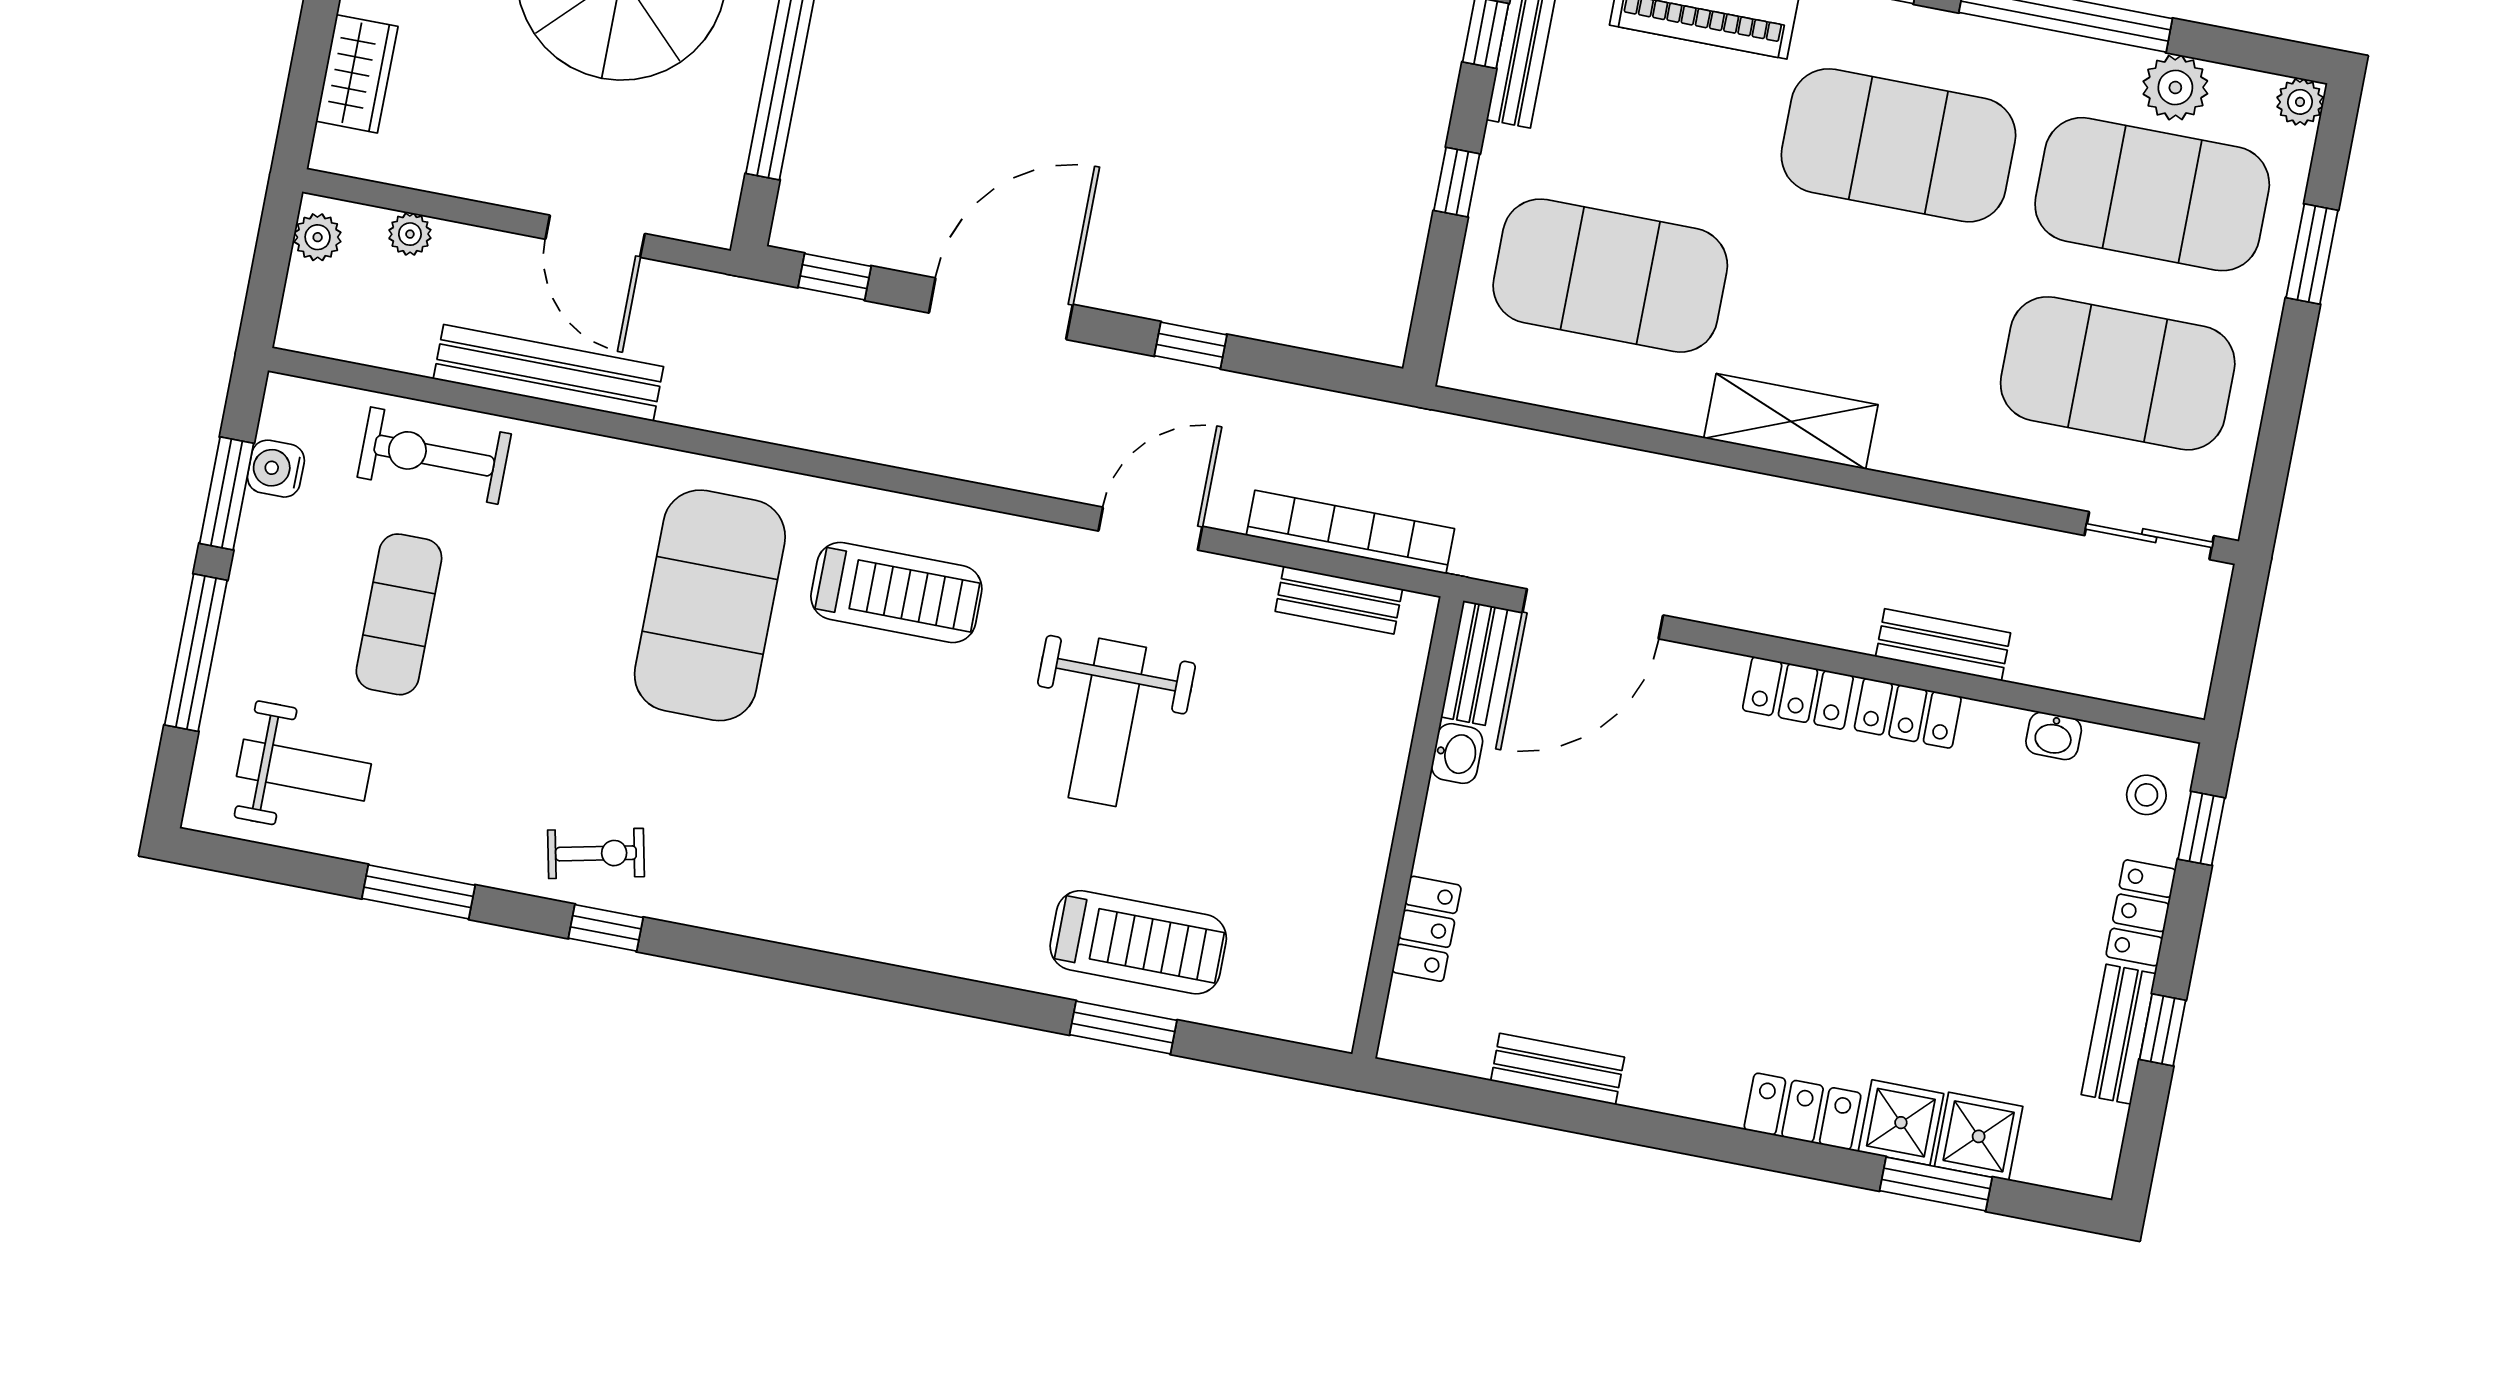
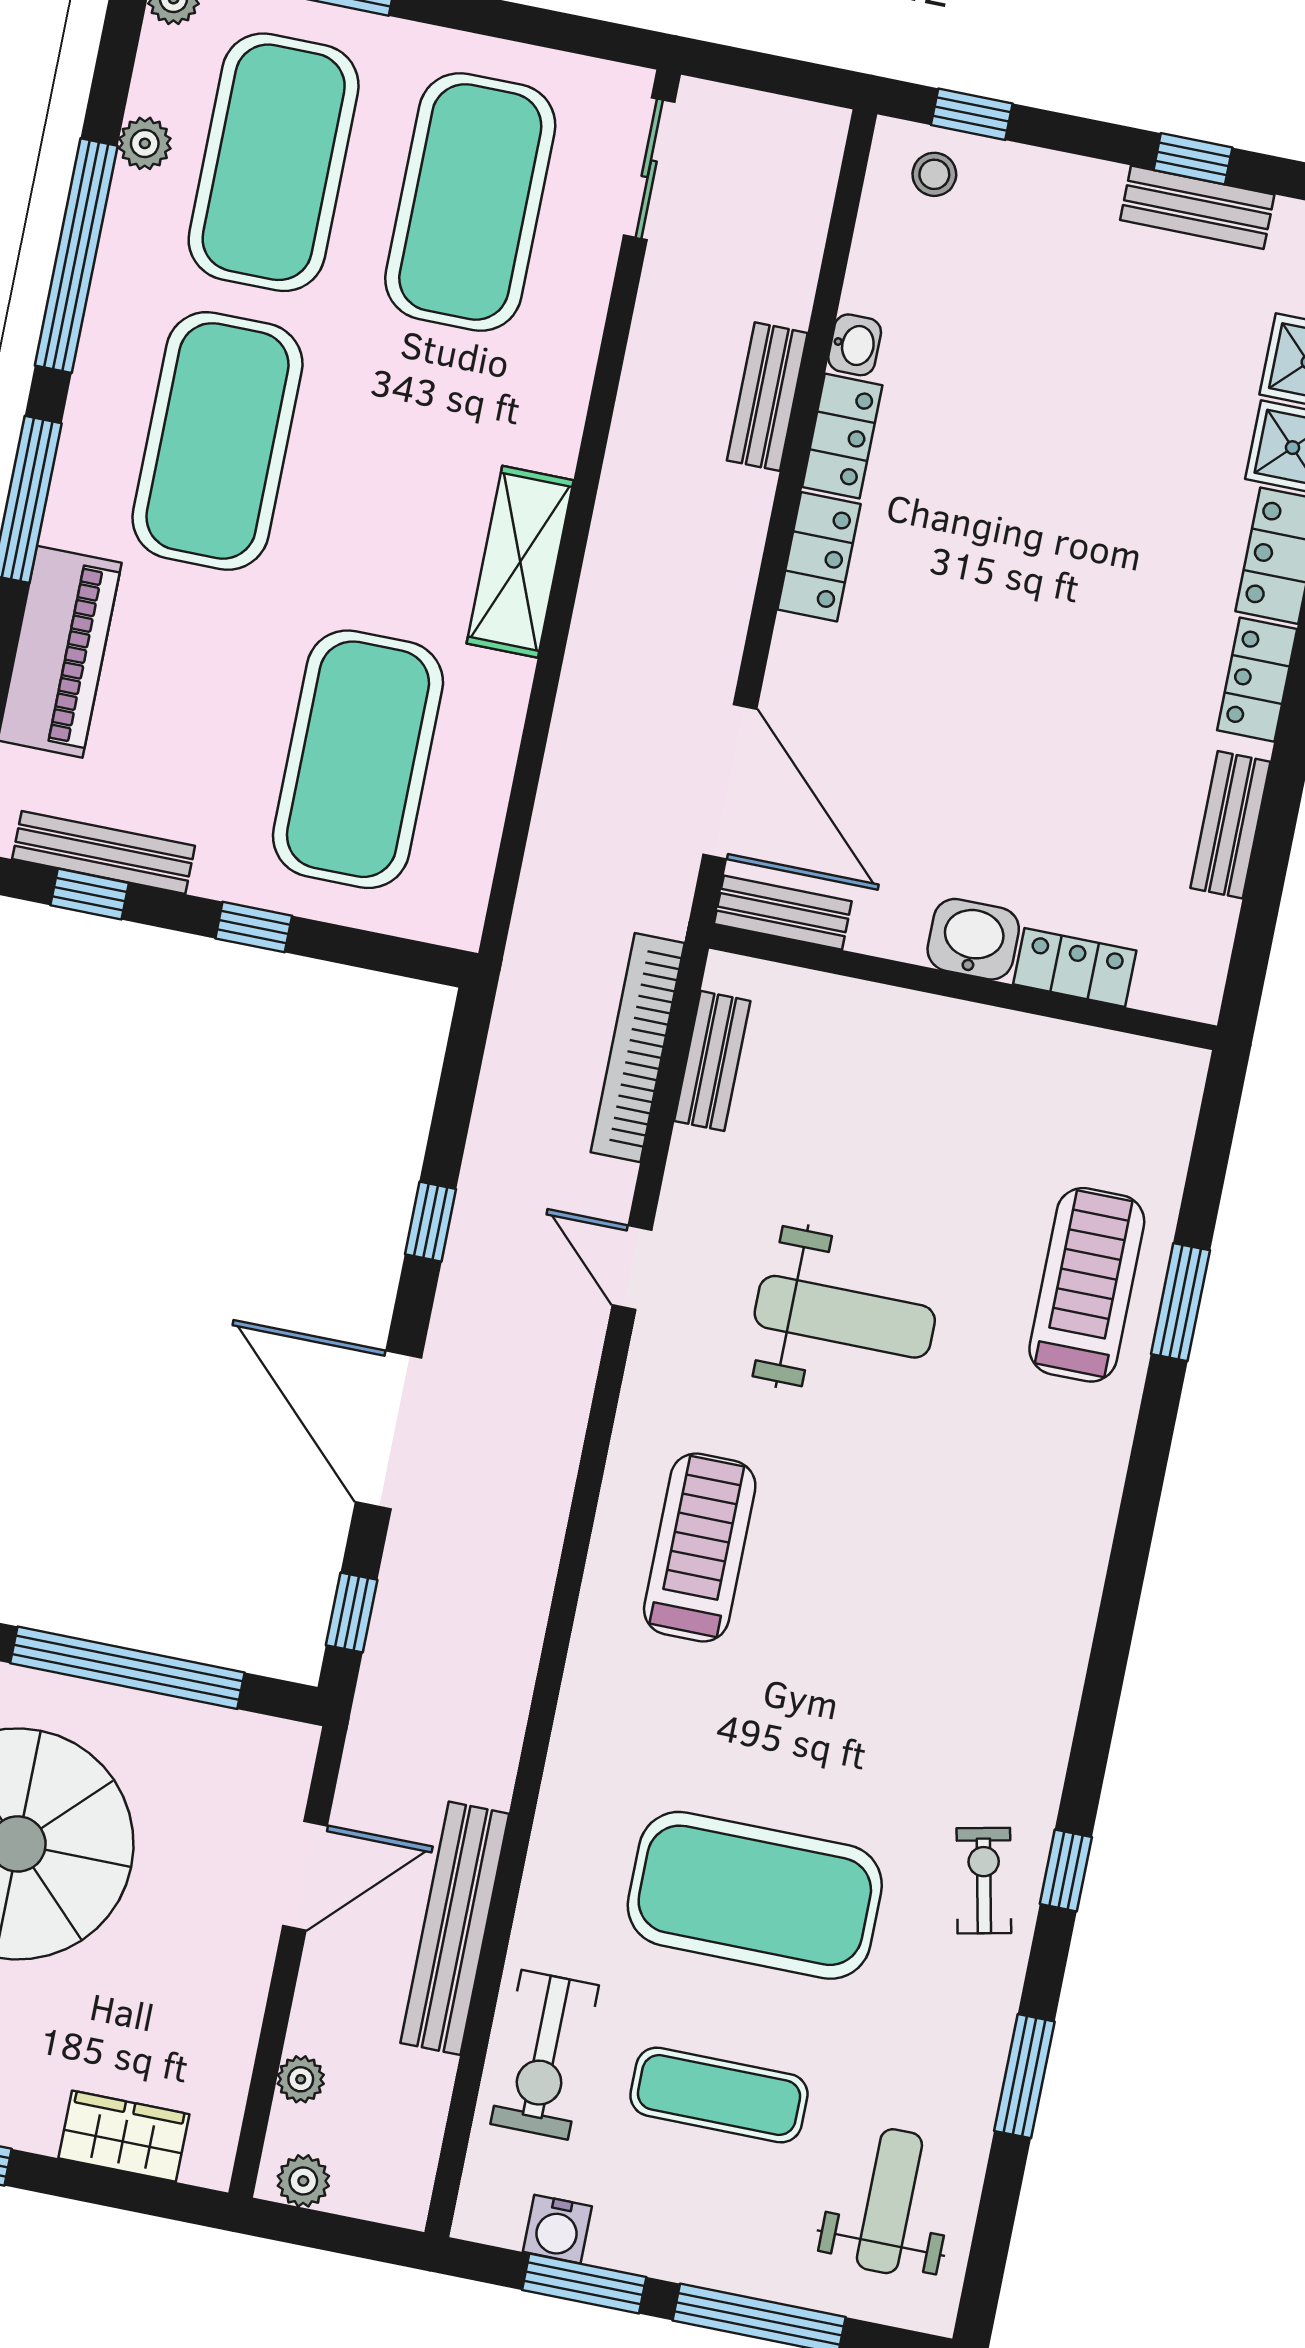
plant: (2175, 87) -> (145, 143), width x0.73, depth x0.73
door: (1150, 529) -> (632, 1268), width x0.73
exercise mat: (710, 605) -> (755, 1895), moved
washbasin: (2054, 736) -> (855, 345), moved
washbasin: (1457, 754) -> (973, 939), moved, width x1.38, depth x1.45
locker: (2141, 913) -> (1257, 680), moved, turned 90

